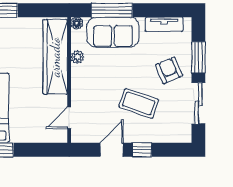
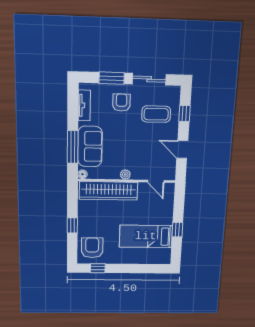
plant: (77, 57) -> (125, 175), moved
armchair: (169, 70) -> (121, 103), turned 113
coffee table: (139, 103) -> (156, 114), moved, turned 71
window: (142, 150) -> (184, 113), moved

